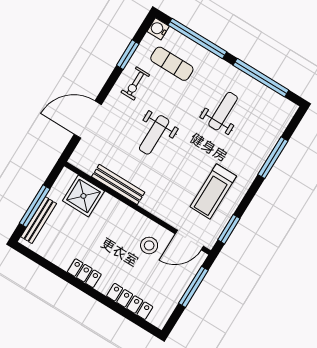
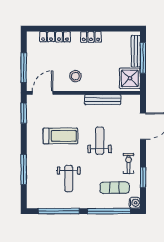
treadmill: (213, 191) -> (60, 136), moved, turned 90
shower: (83, 196) -> (130, 78), moved
stool: (149, 245) -> (75, 76), moved

